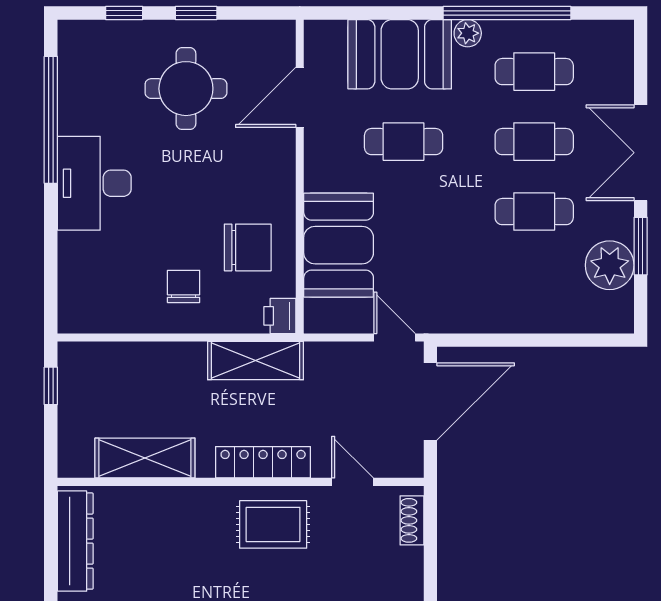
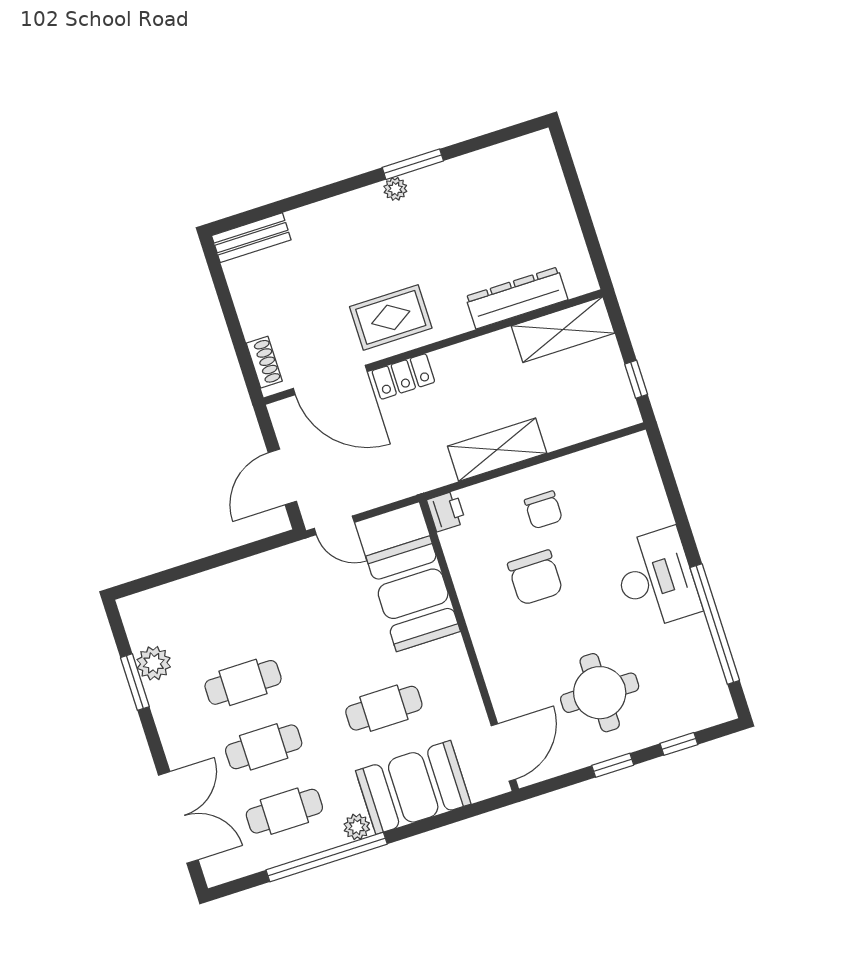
door: (300, 97) -> (503, 753), moved
double door: (641, 153) -> (178, 817), moved
chair: (248, 247) -> (535, 578), moved, turned -90
plant: (610, 265) -> (154, 663), width x0.73, depth x0.73
shelving: (256, 361) -> (497, 450), moved
door: (430, 402) -> (282, 477), width x0.73
shelving: (145, 458) -> (563, 330), moved
locker: (263, 462) -> (403, 376), width x0.66
door: (353, 482) -> (330, 380), width x1.87
dresser: (75, 541) -> (517, 298), moved, turned 90

